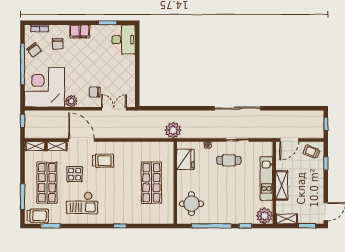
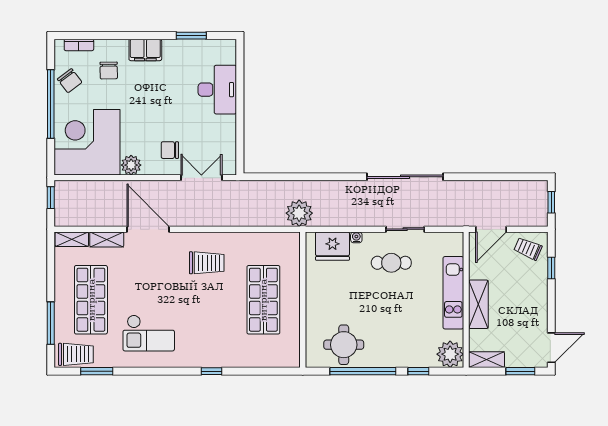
desk: (123, 40) -> (217, 90), moved
fridge: (185, 159) -> (332, 246), moved, turned 90
trolley: (103, 161) -> (207, 263), moved
display table: (75, 174) -> (137, 286), removed
round table: (191, 204) -> (344, 345), moved

